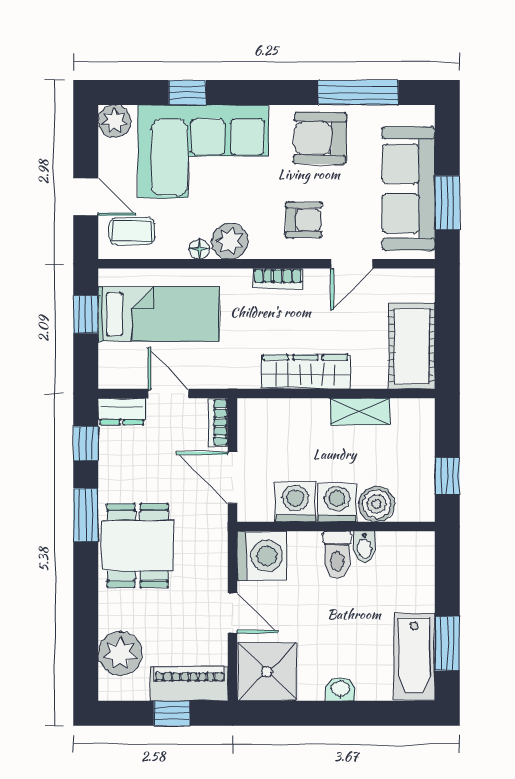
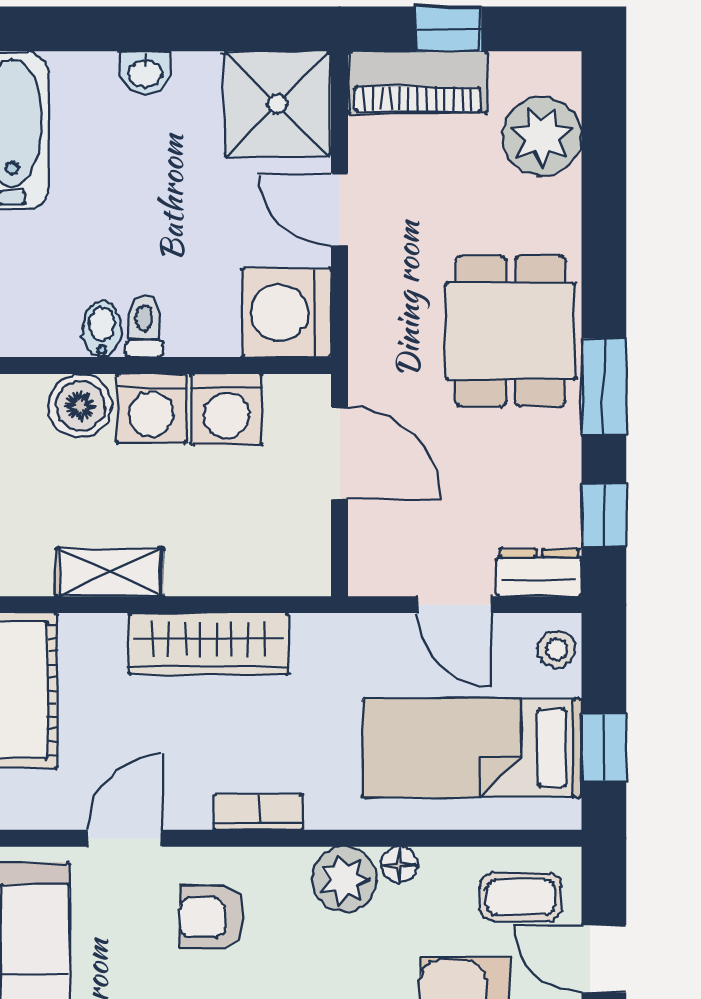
stool: (112, 369) -> (556, 649), added
bookcase: (218, 422) -> (365, 553), removed
toilet: (337, 555) -> (144, 326), width x0.73, depth x0.72

